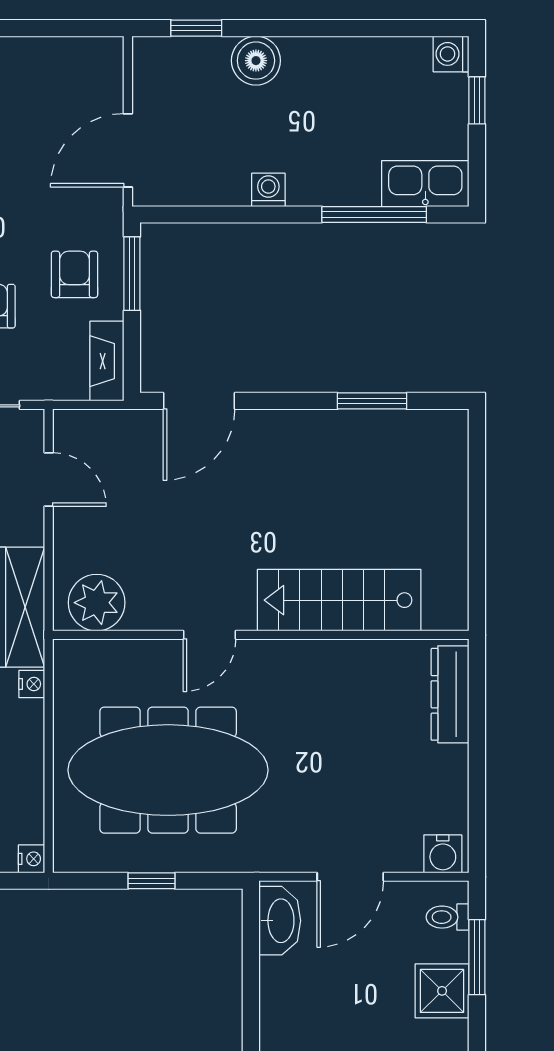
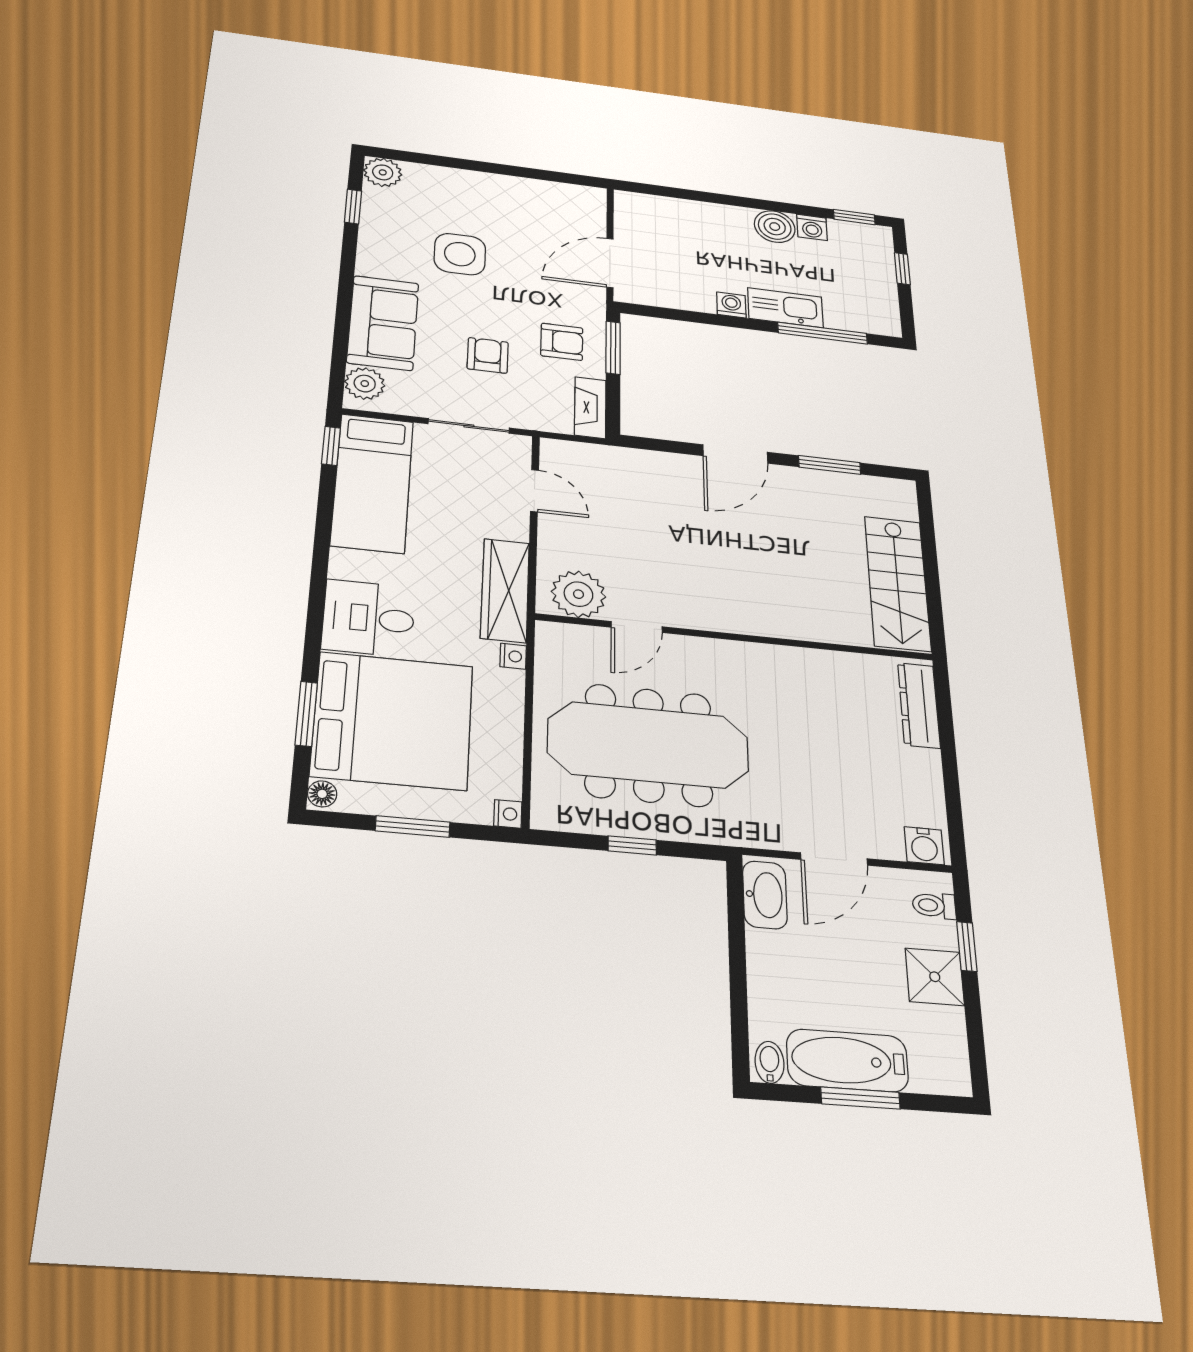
window: (196, 28) -> (854, 217), moved
washing machine: (451, 54) -> (812, 227), moved, turned -90
boiler: (256, 61) -> (775, 227), moved
kitchen sink: (425, 184) -> (785, 308), moved
armchair: (74, 274) -> (562, 342), turned 90
door: (199, 401) -> (735, 454), moved
stairs: (339, 600) -> (897, 583), moved, turned -90
door: (209, 635) -> (637, 627), moved
window: (477, 957) -> (967, 946), width x0.67

